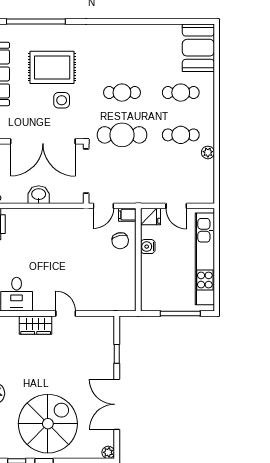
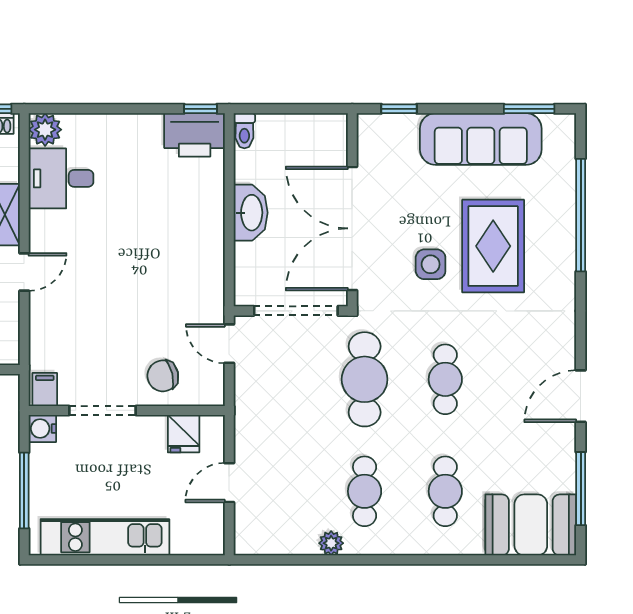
door: (131, 22) -> (581, 396), added
window: (179, 22) -> (581, 489), added
washbasin: (39, 195) -> (251, 213), width x1.38
filing cabinet: (127, 215) -> (45, 389), moved
fridge: (150, 216) -> (184, 434), moved
water cooler: (148, 247) -> (42, 429), moved, turned -90
kitchen unit: (205, 259) -> (105, 537), width x0.73
doorway: (138, 272) -> (103, 410), added

